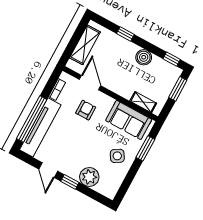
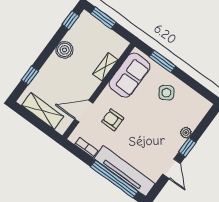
window: (125, 34) -> (30, 75), moved
shelving: (143, 102) -> (105, 67), moved
door: (48, 170) -> (171, 169), hinge flipped
plant: (89, 177) -> (186, 133), width x0.53, depth x0.53

